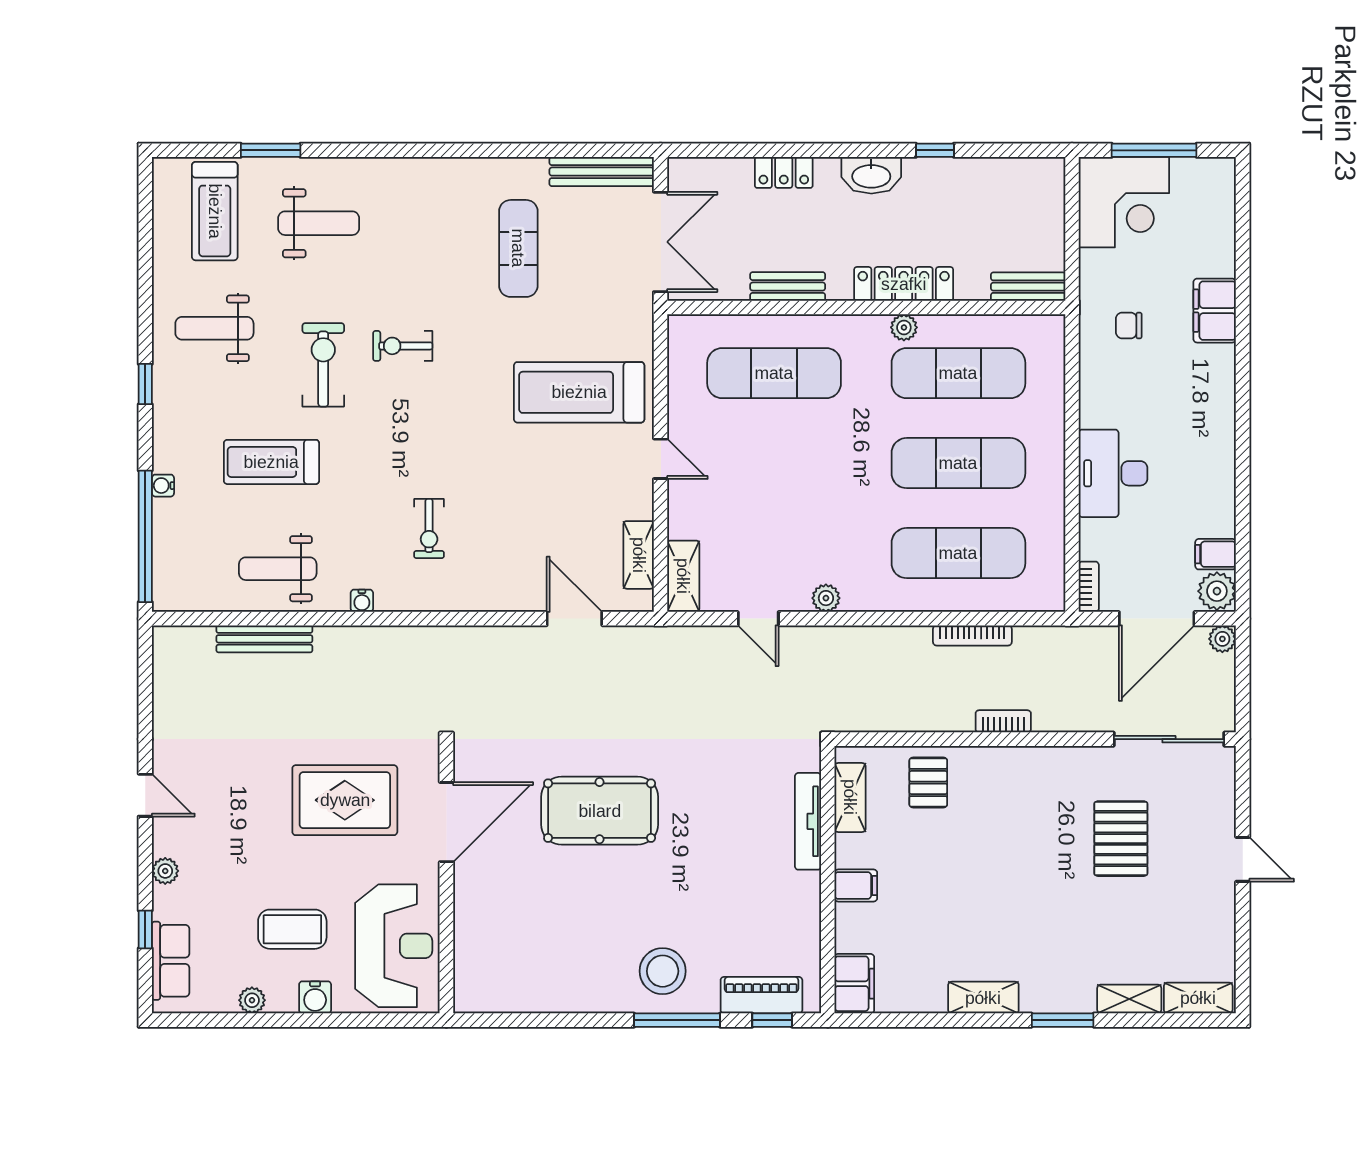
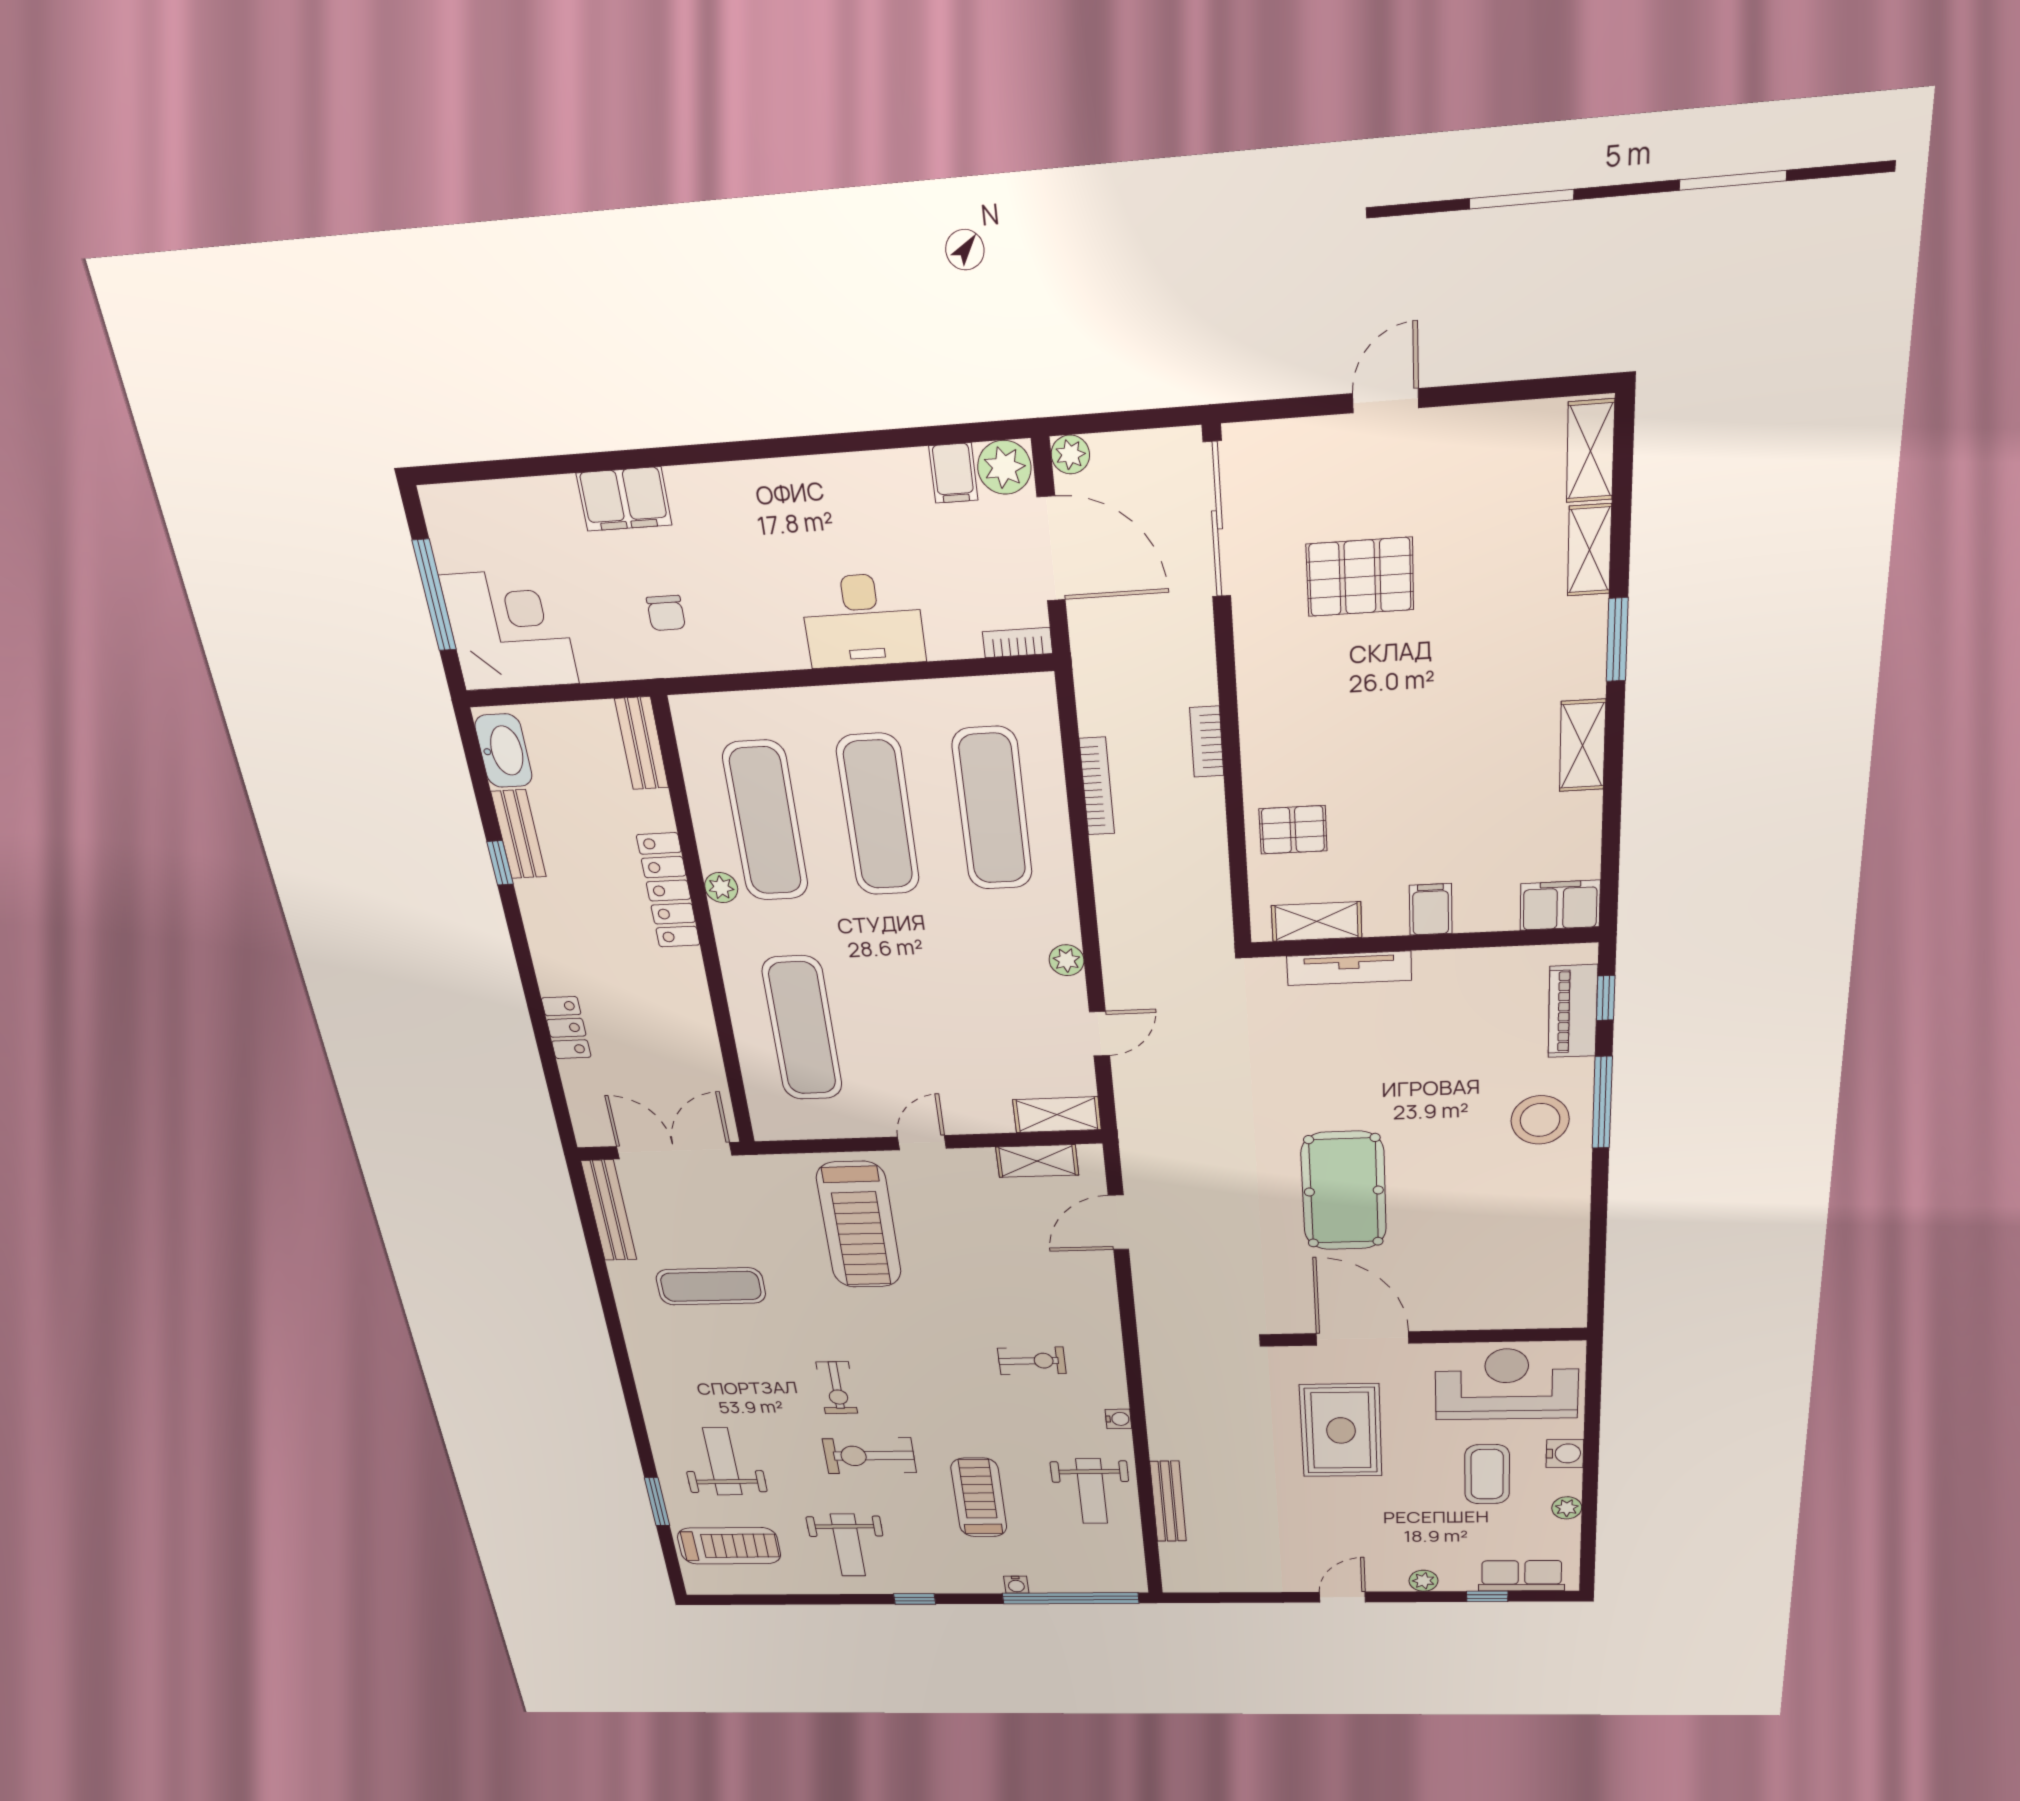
washbasin: (871, 175) -> (504, 751), moved
bench: (788, 287) -> (519, 834), moved
treadmill: (271, 462) -> (979, 1498), turned 180

